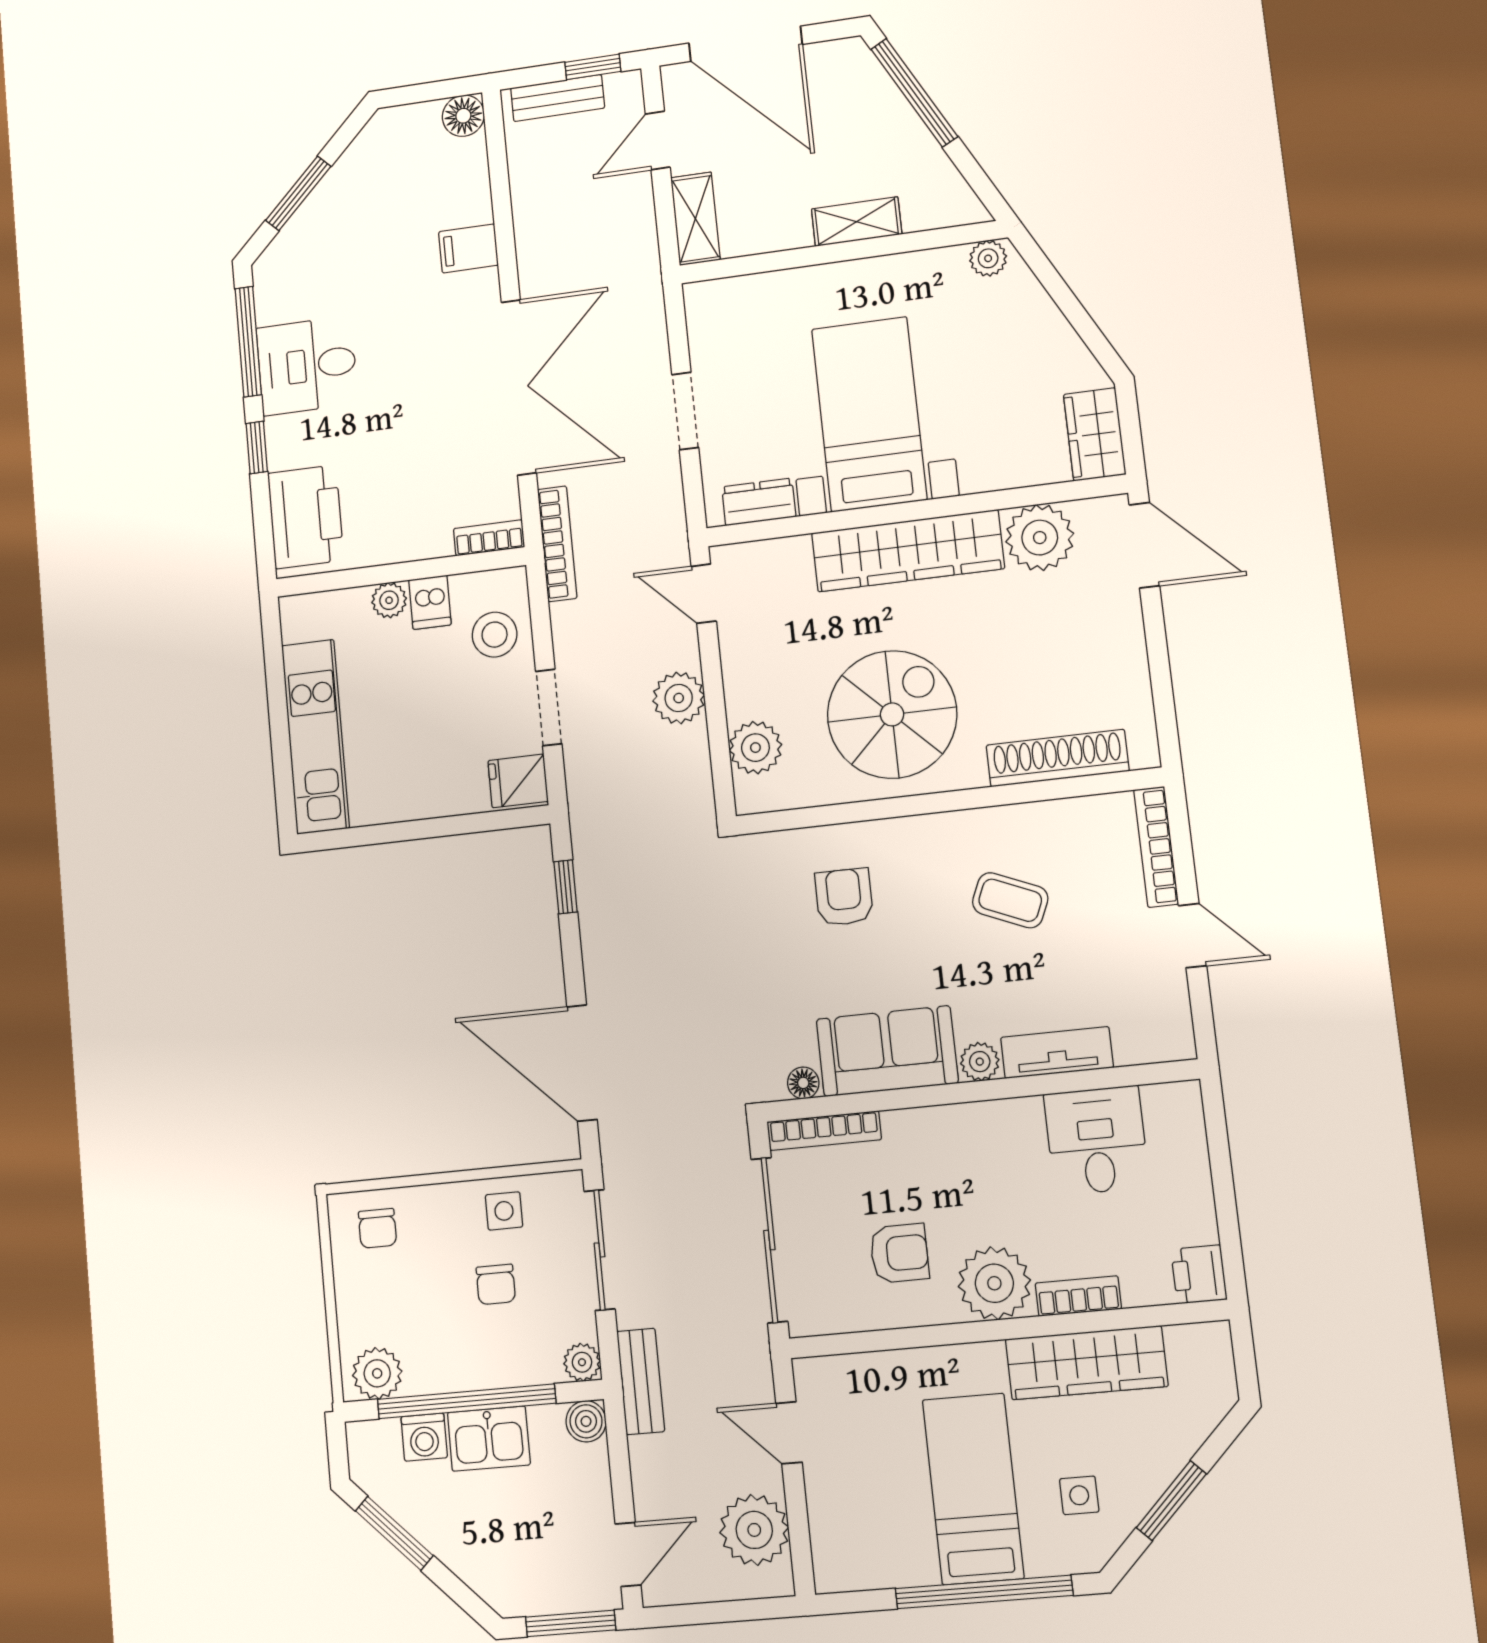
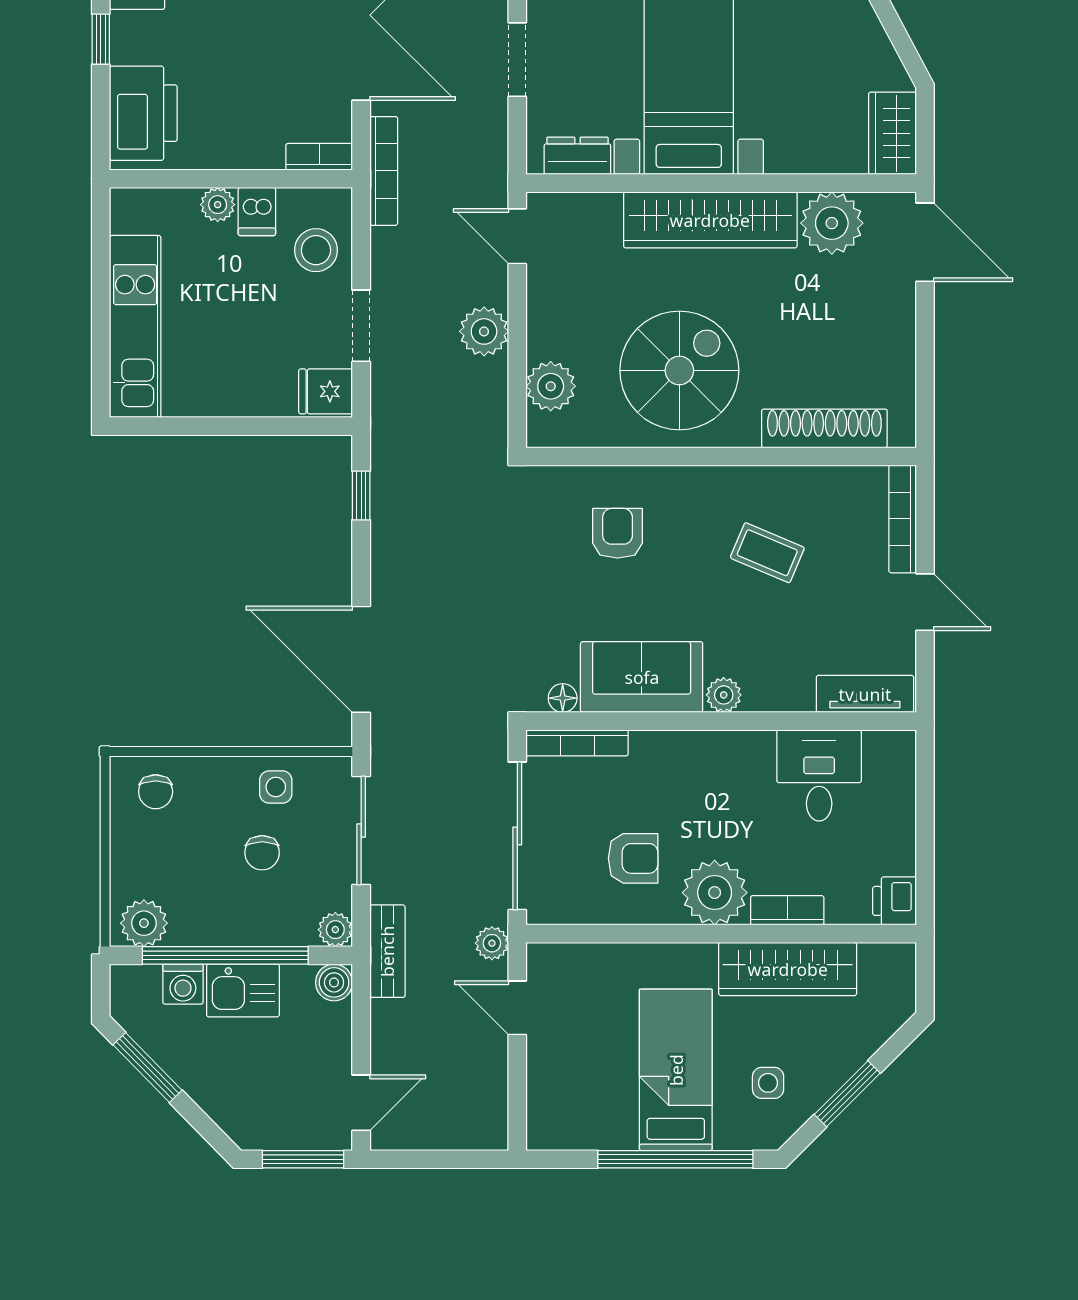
tv unit: (1057, 1053) -> (865, 694), moved
plant: (754, 1530) -> (492, 943), moved, width x0.53, depth x0.53

